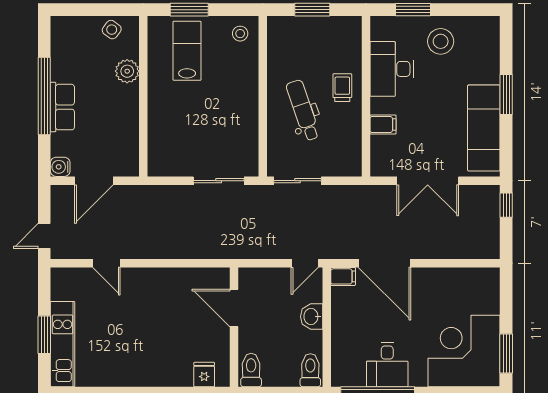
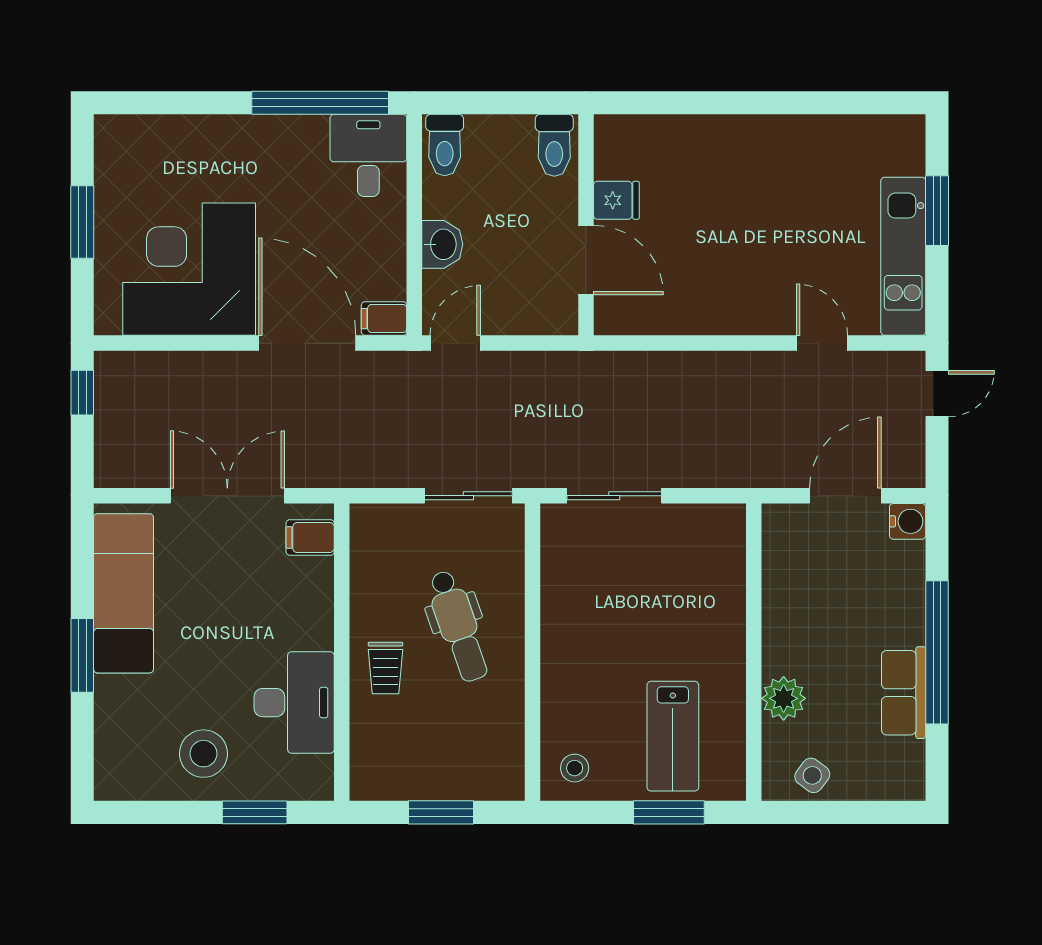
row of seats: (62, 107) -> (904, 693), moved
filing cabinet: (383, 125) -> (310, 538), moved
window: (506, 205) -> (82, 393), moved
kitchen unit: (63, 344) -> (903, 256), moved
corner desk: (464, 351) -> (189, 269), moved, turned 180
window: (506, 354) -> (82, 222), moved
desk: (387, 365) -> (368, 155), moved
fridge: (204, 375) -> (616, 200), moved, turned -90

